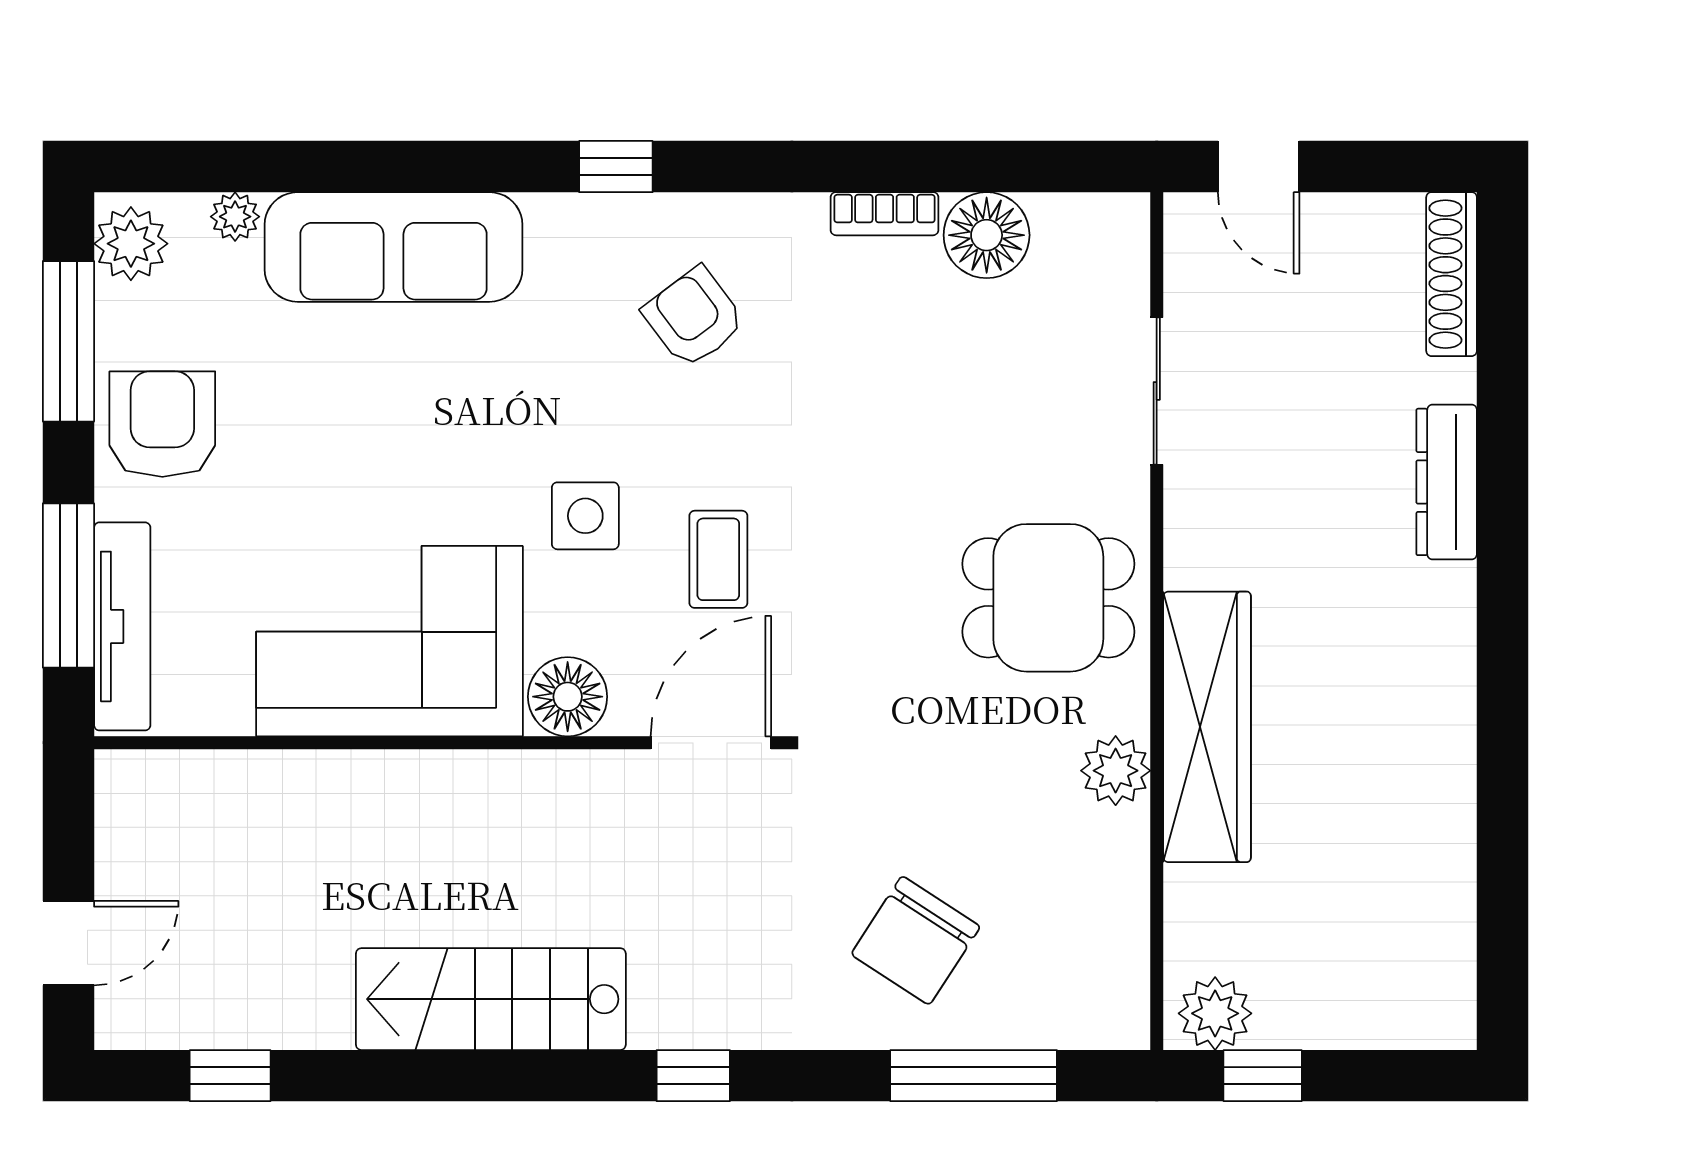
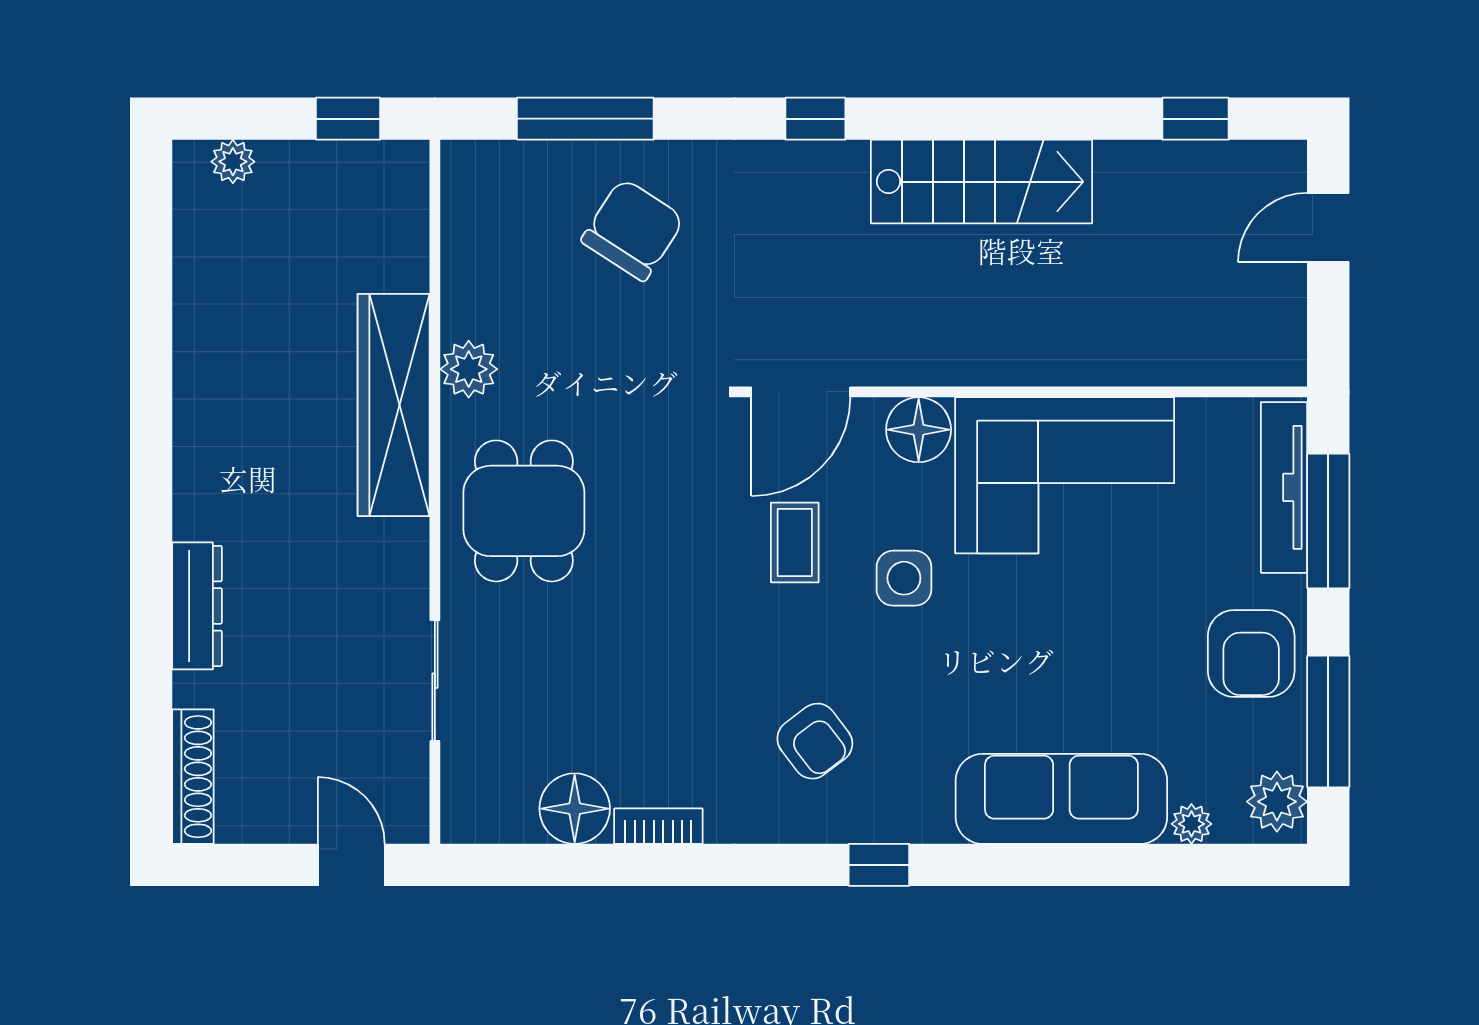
dining table: (1048, 598) -> (524, 511), turned 90
plant: (1215, 1013) -> (233, 162), moved, width x0.73, depth x0.73

